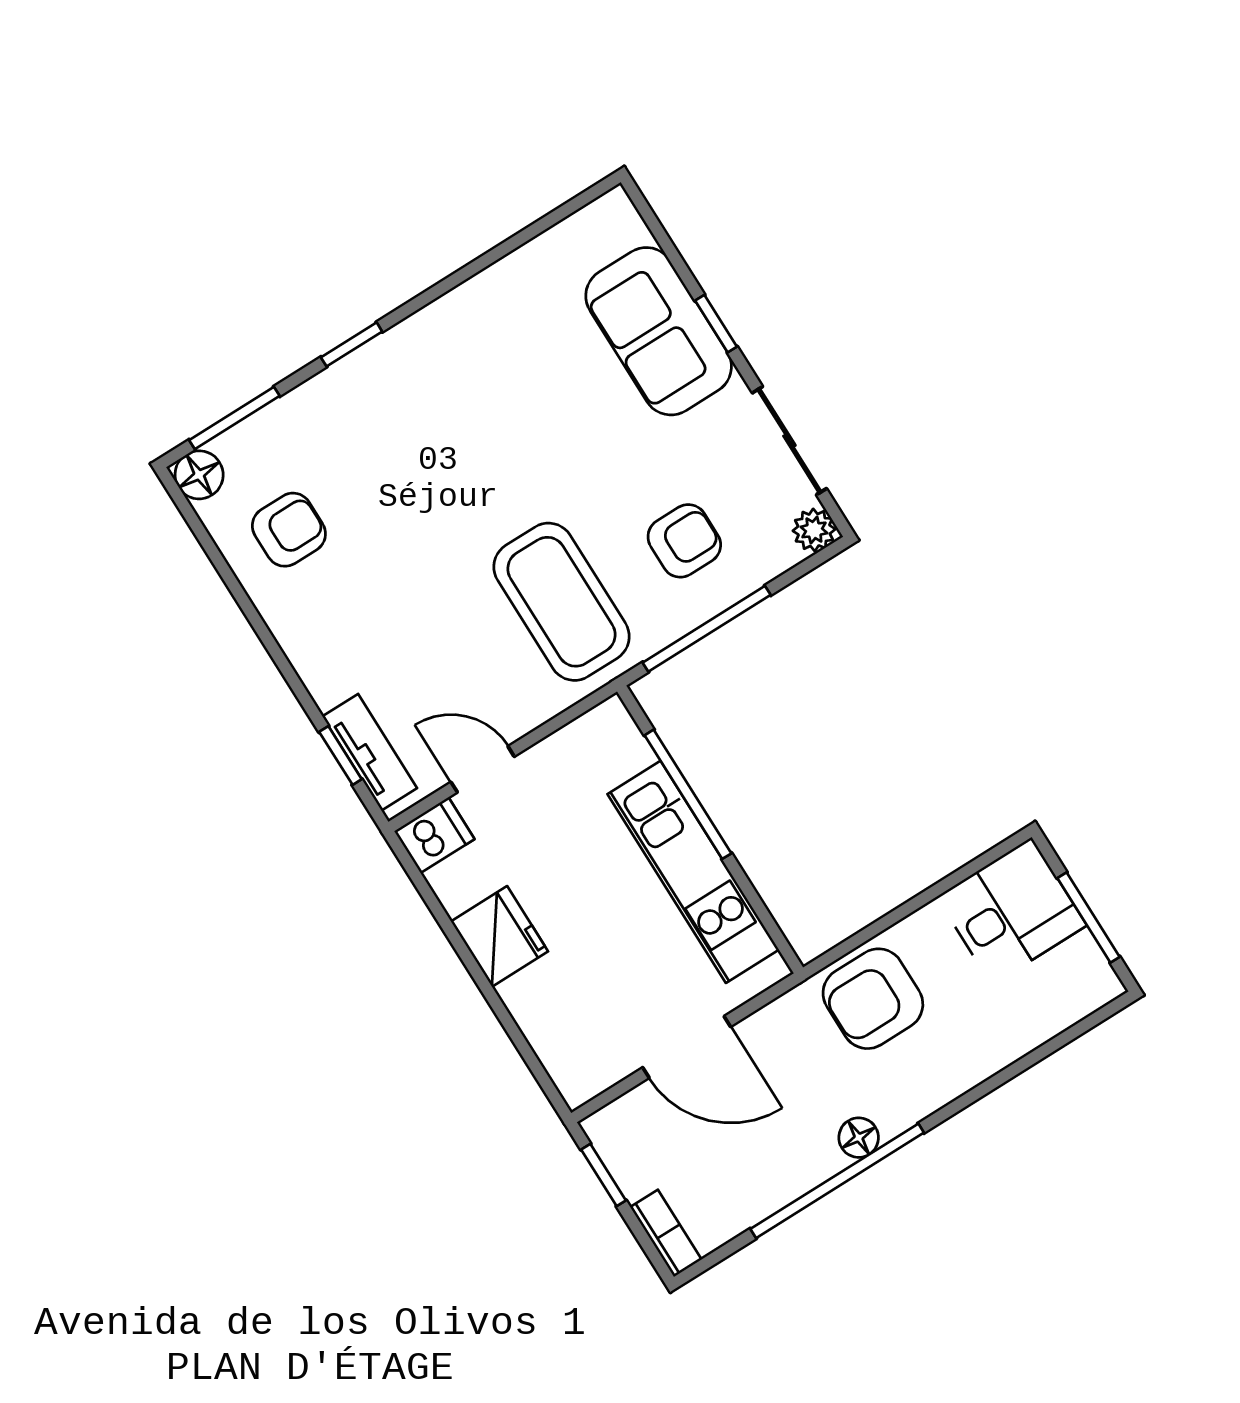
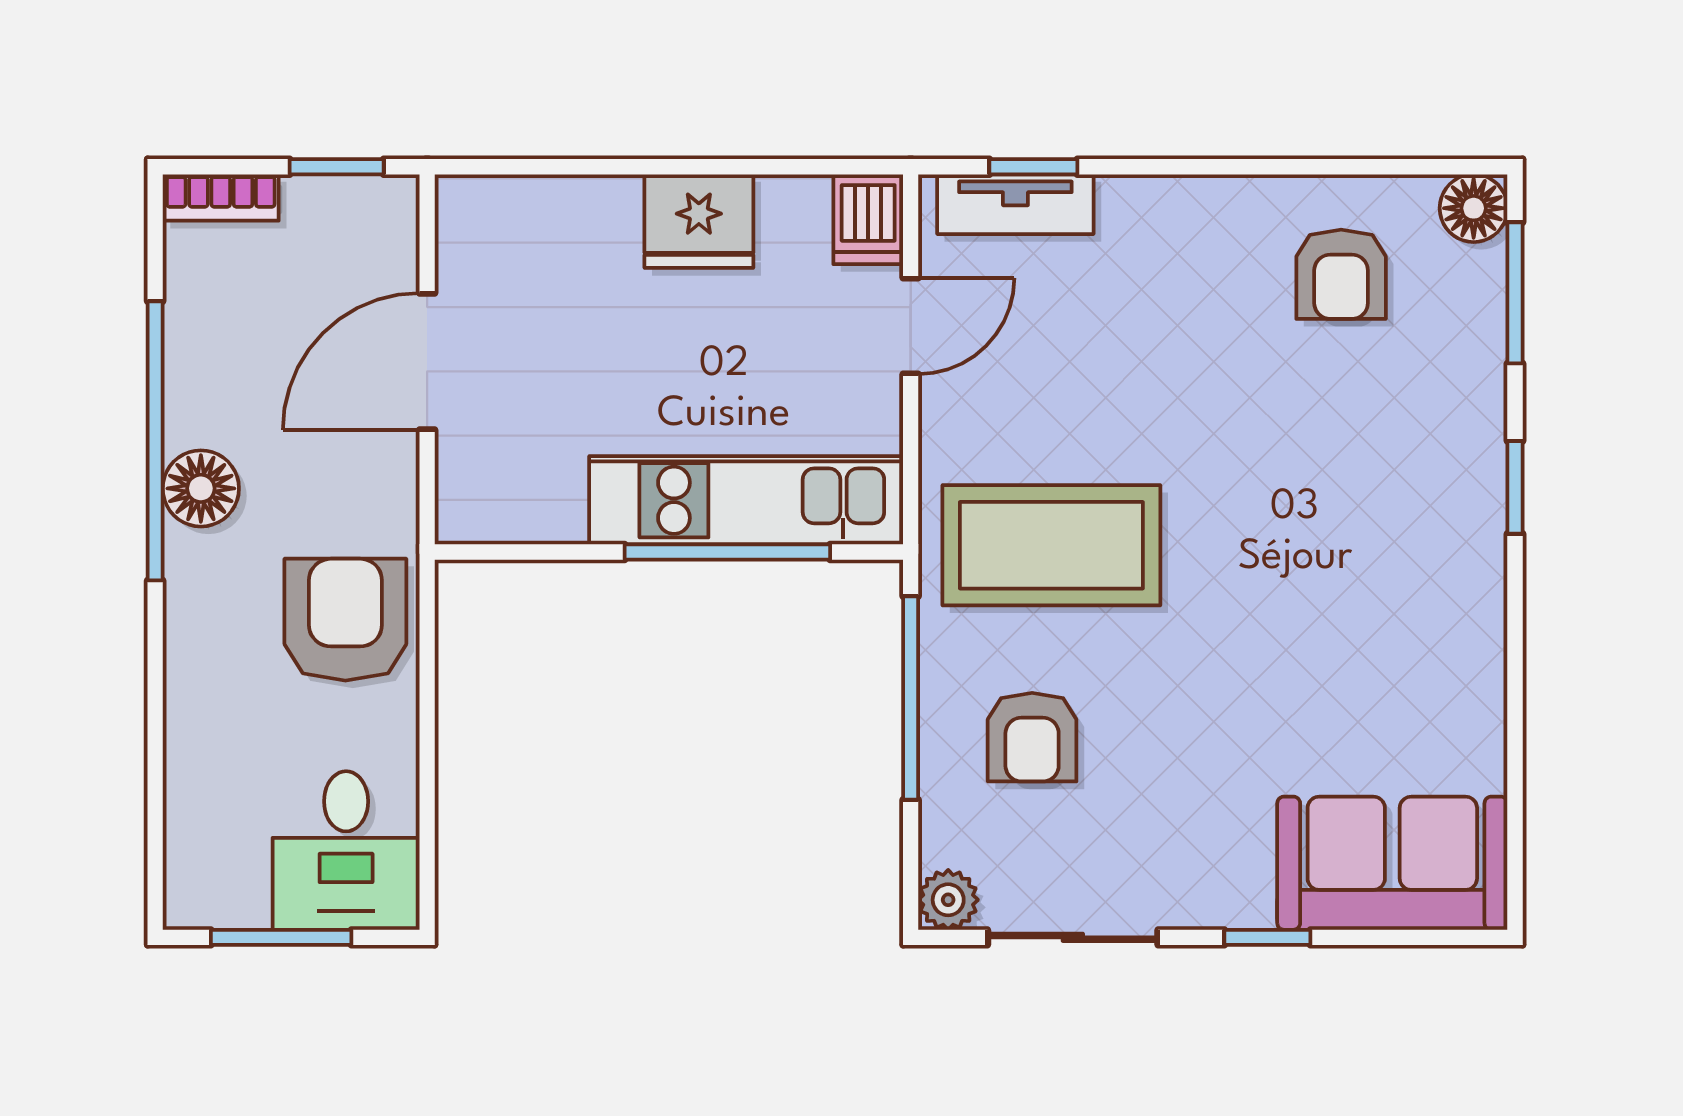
sofa: (659, 331) -> (1392, 863), moved
kitchen unit: (693, 872) -> (746, 500), moved
floor lamp: (859, 1138) -> (201, 488), width x1.37, depth x1.37

